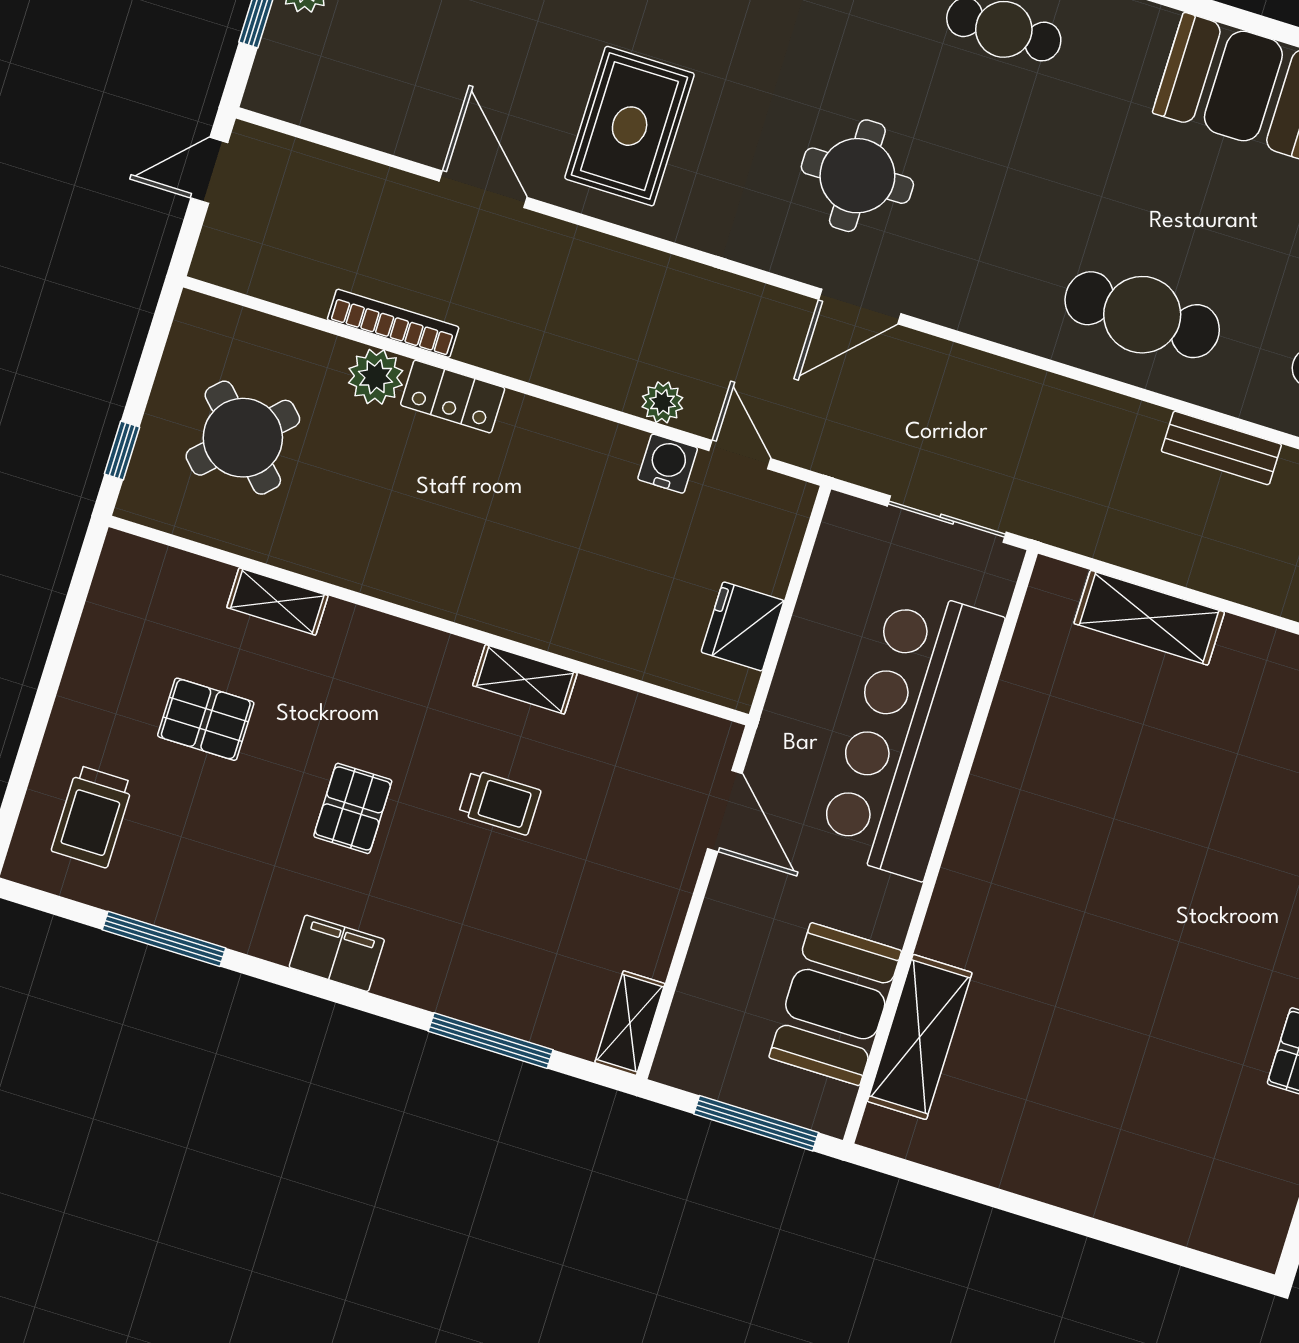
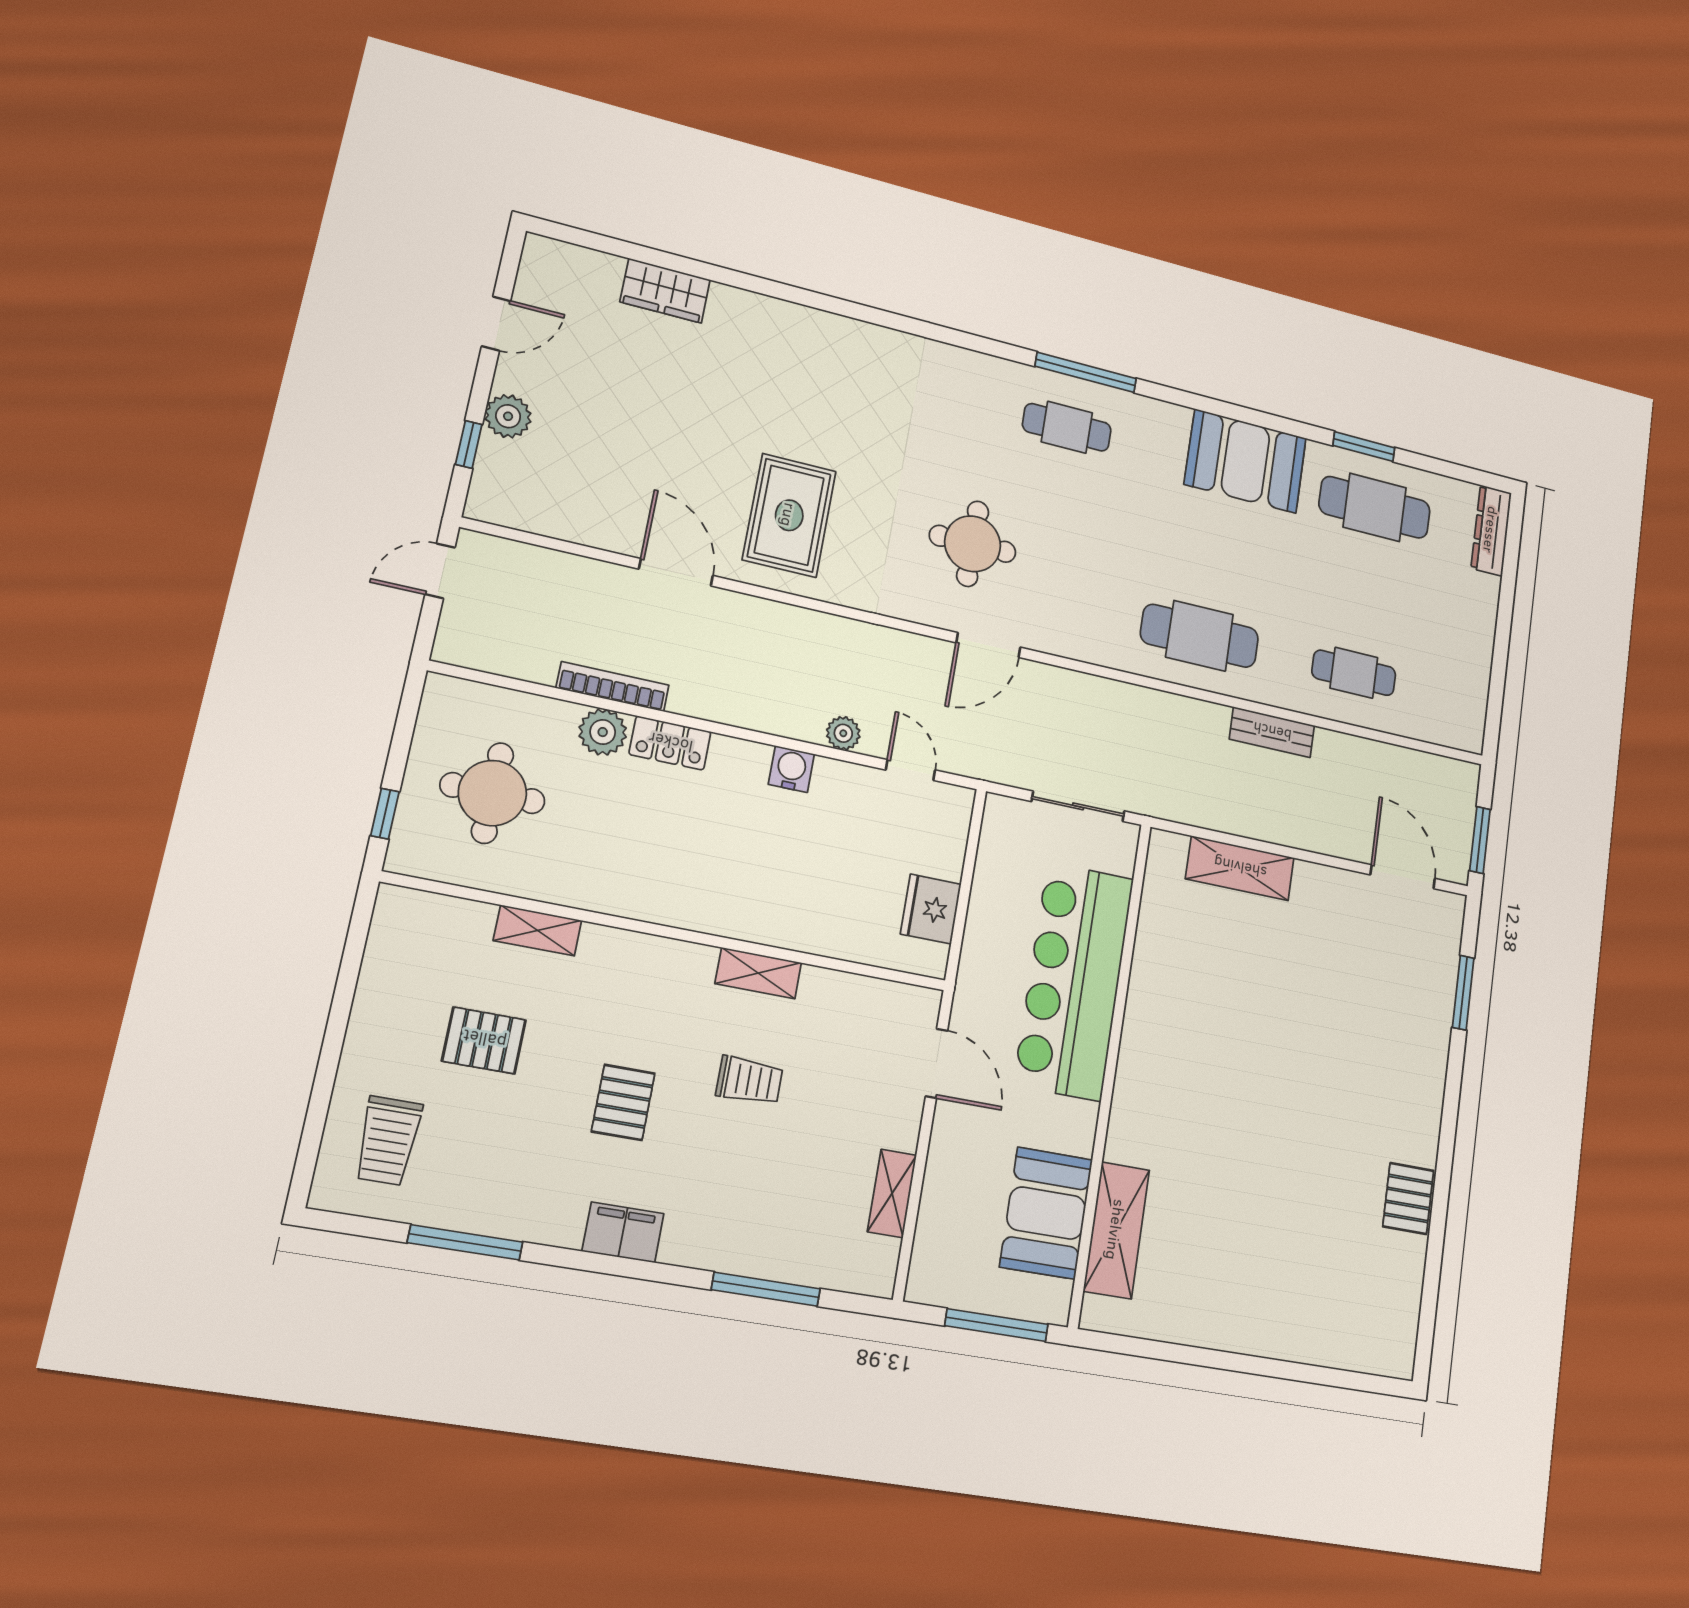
round table: (243, 438) -> (492, 793), turned 45
water cooler: (668, 464) -> (791, 769), moved
shelving: (630, 1023) -> (892, 1193), moved

